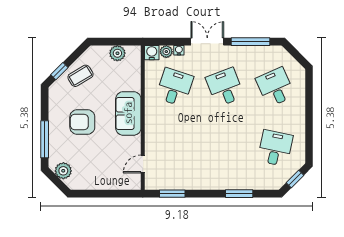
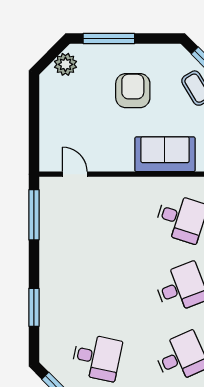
sofa: (128, 113) -> (165, 154), moved
window: (172, 194) -> (34, 215), width x1.44

